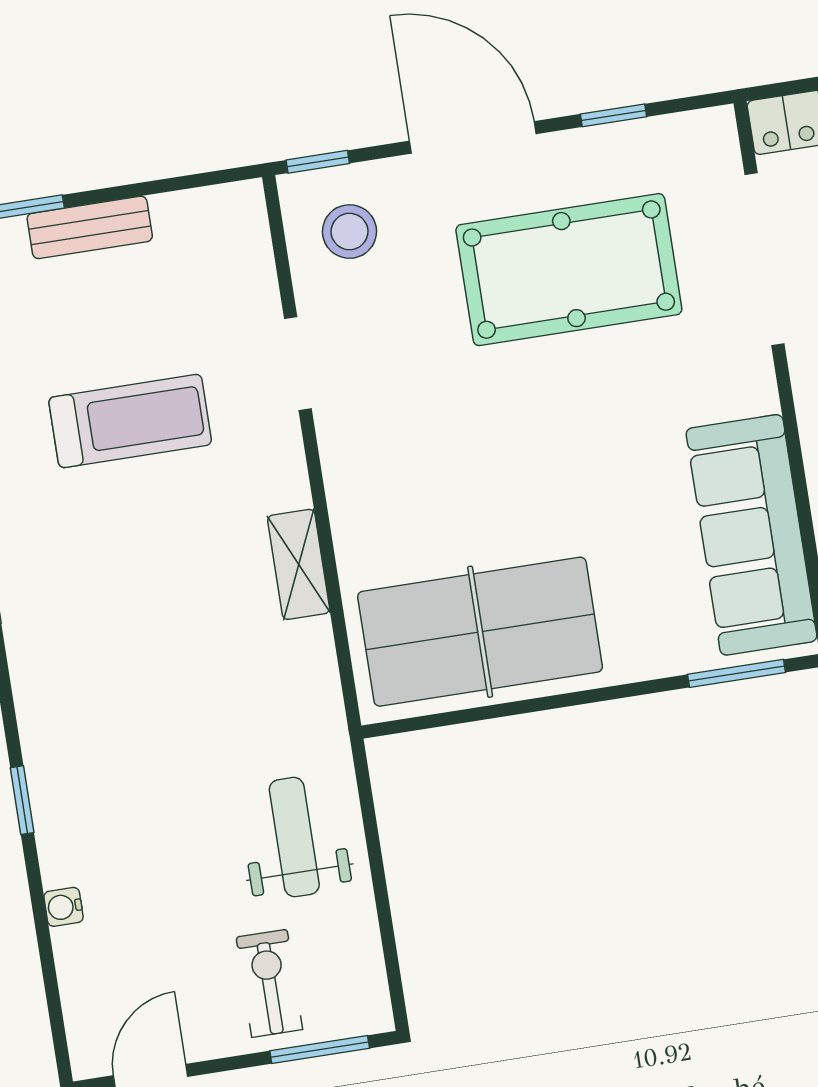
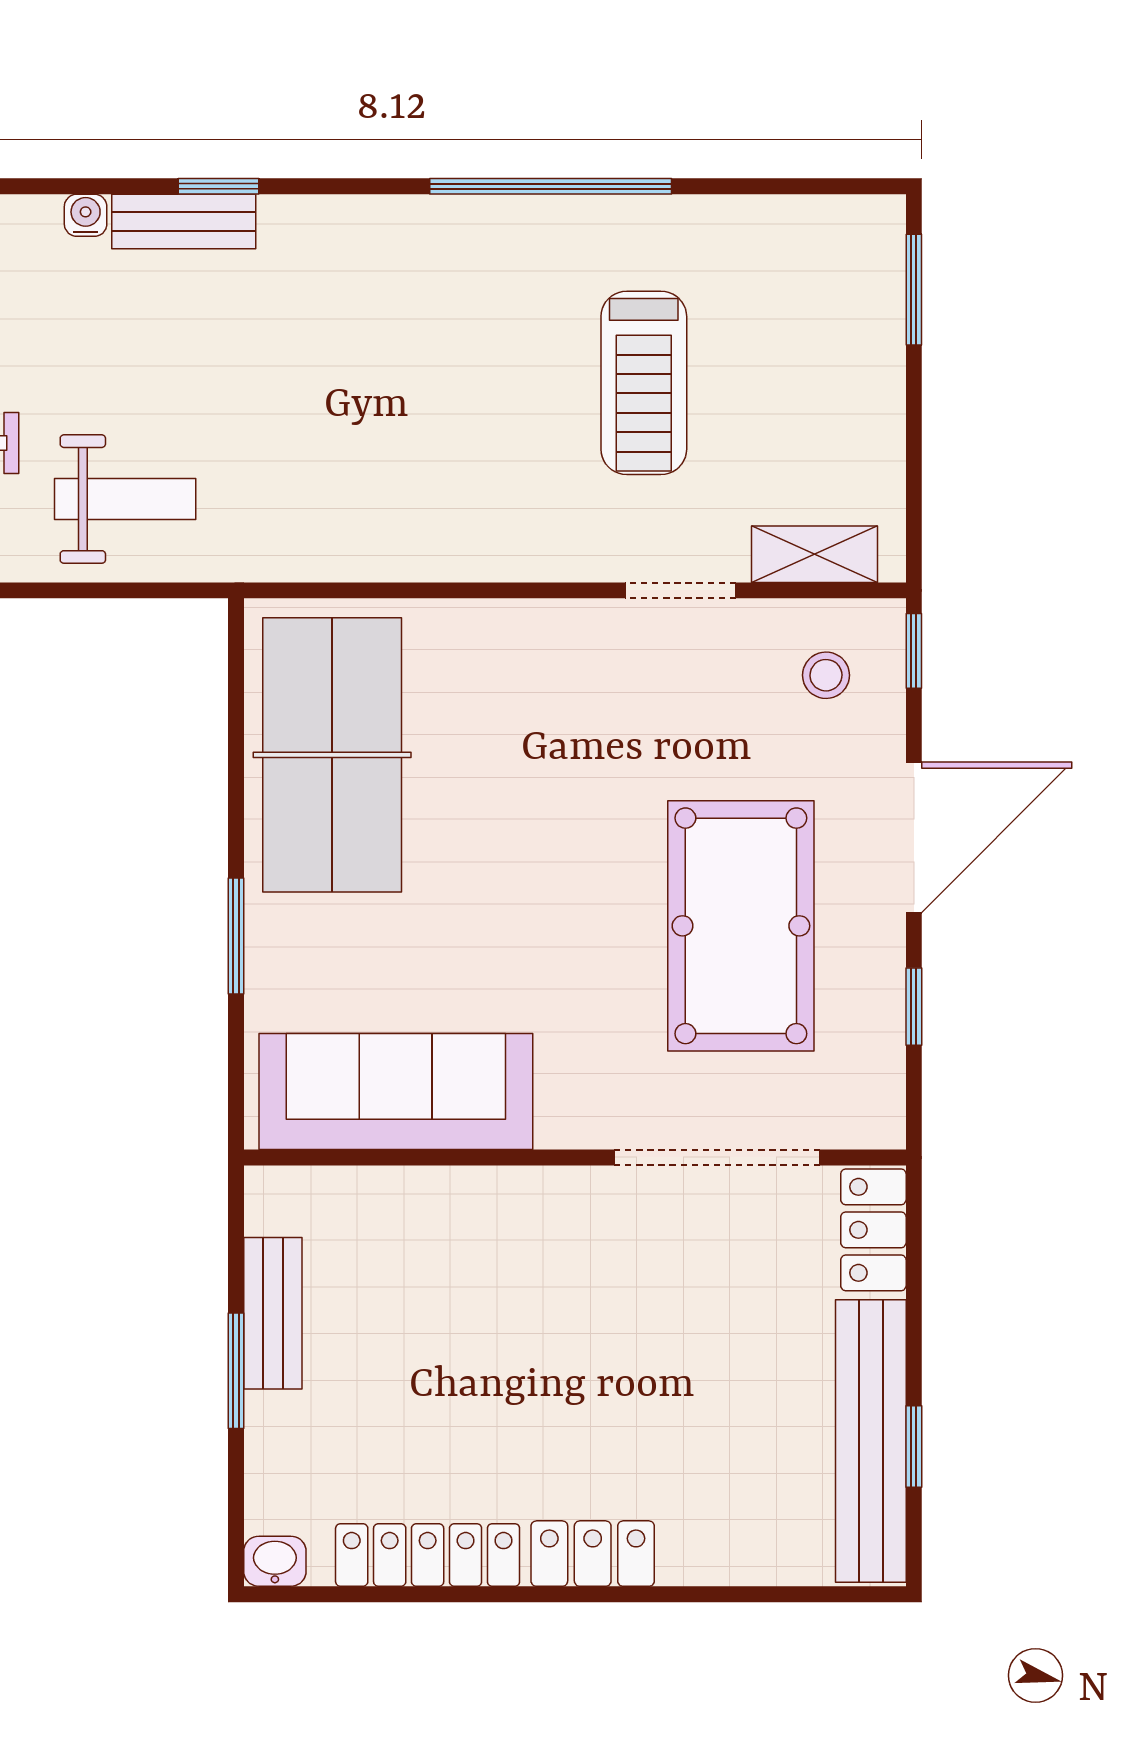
bench: (90, 227) -> (184, 222), moved, turned 90
stool: (350, 232) -> (826, 675), width x0.73, depth x0.73
shelving: (299, 564) -> (814, 554), moved
window: (736, 673) -> (236, 936), moved

